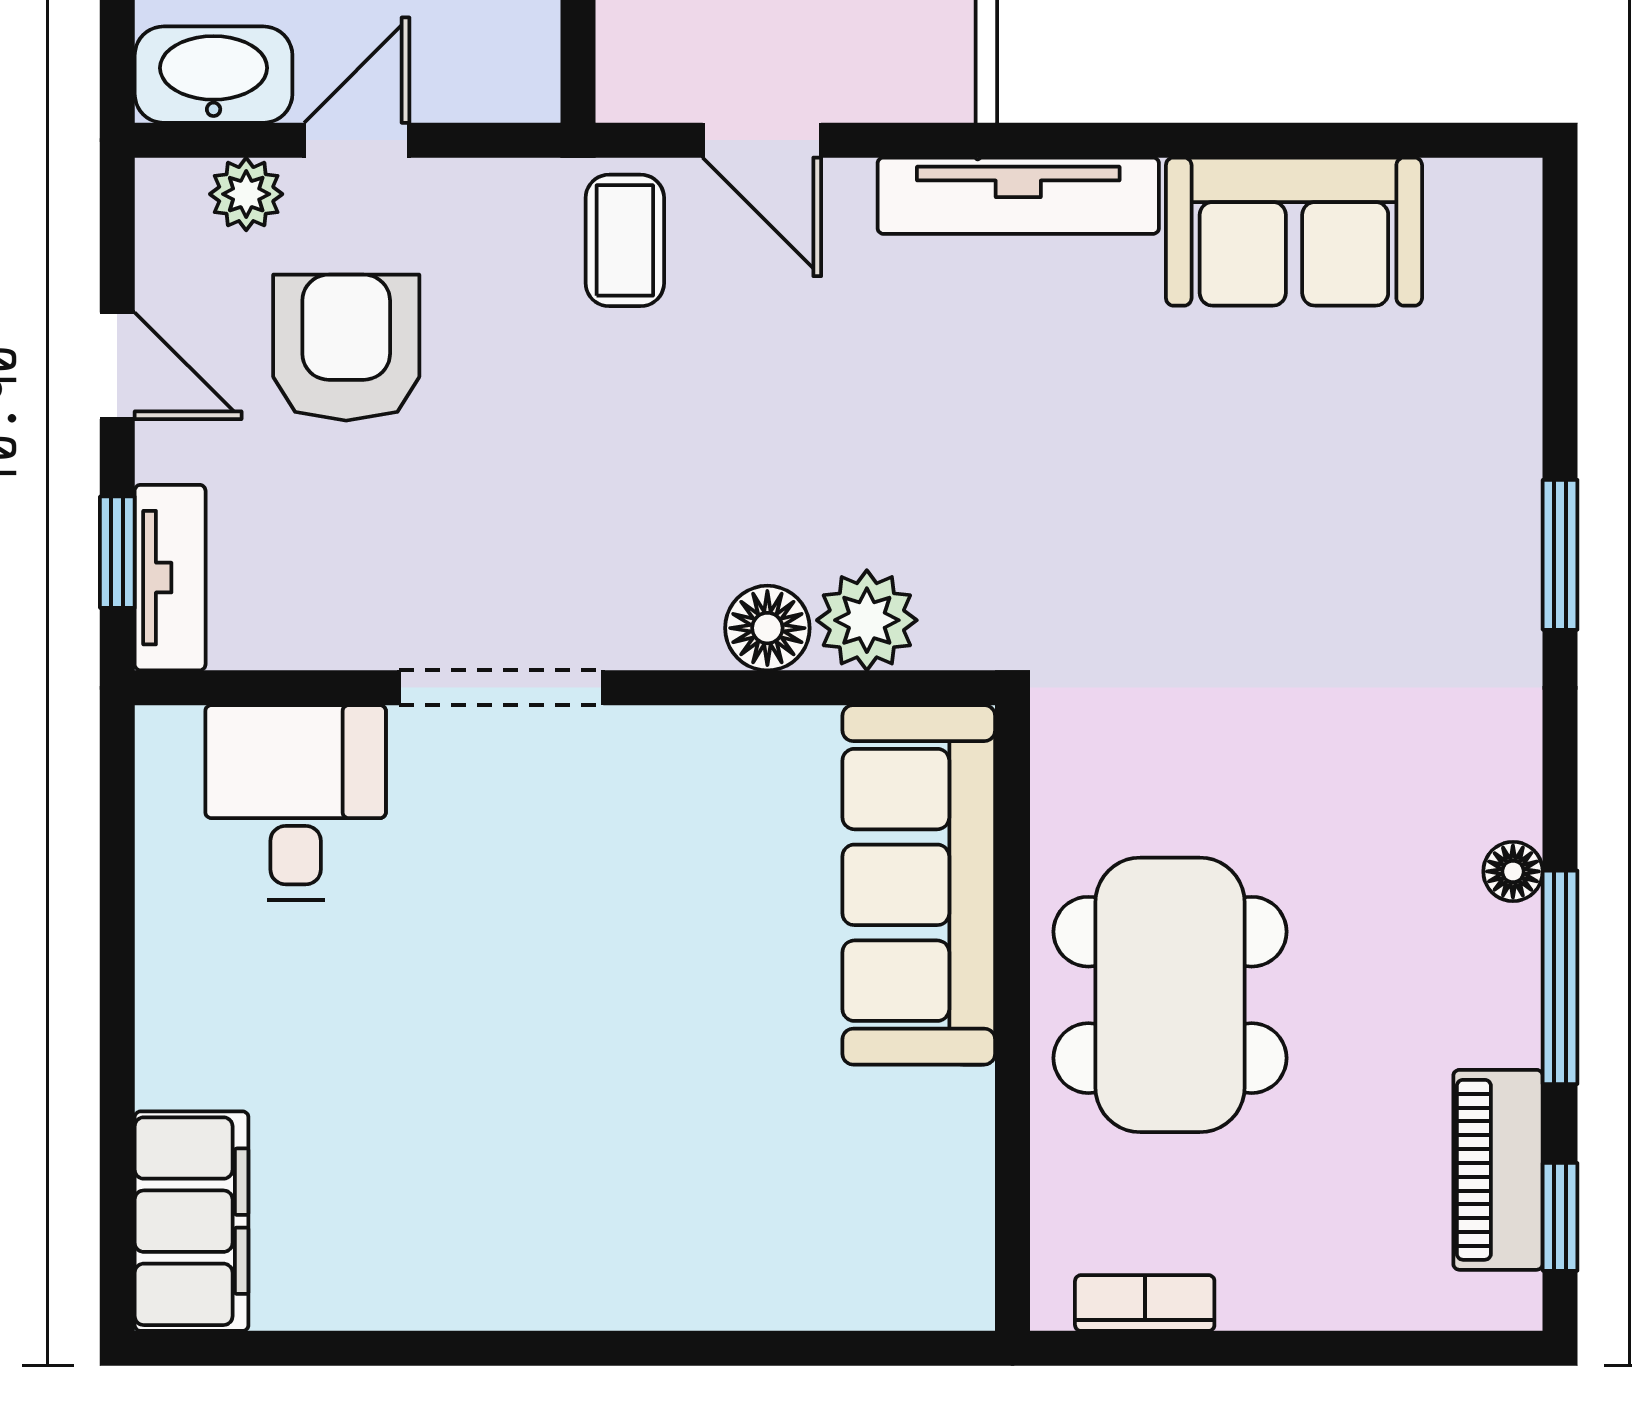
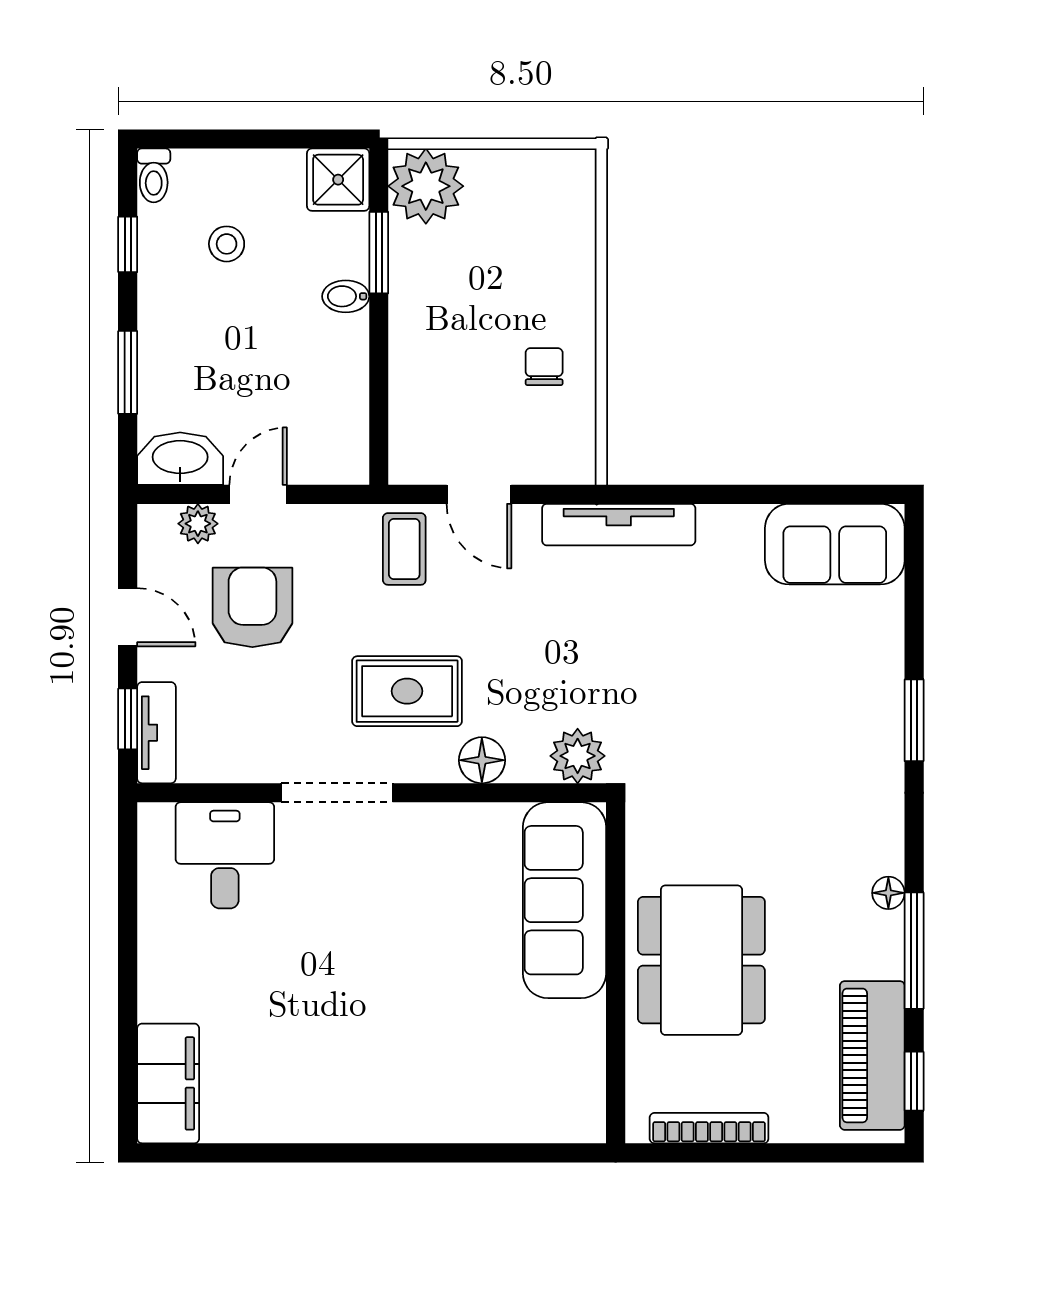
sofa: (1294, 232) -> (835, 544), moved
rug: (630, 501) -> (407, 691), added
plant: (867, 620) -> (578, 756), moved
piano: (1498, 1170) -> (872, 1055), width x1.37, depth x1.33
bookcase: (1145, 1303) -> (709, 1128), width x1.56

